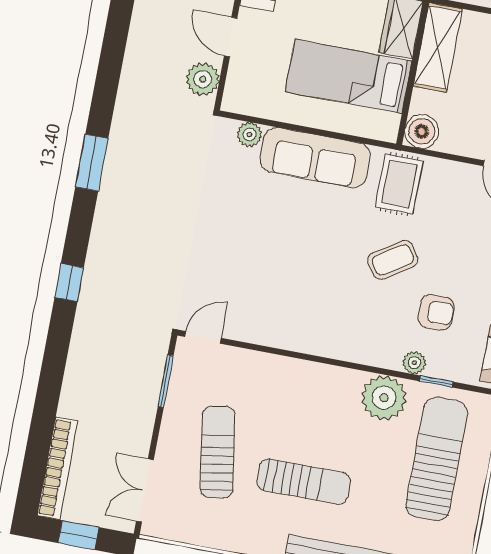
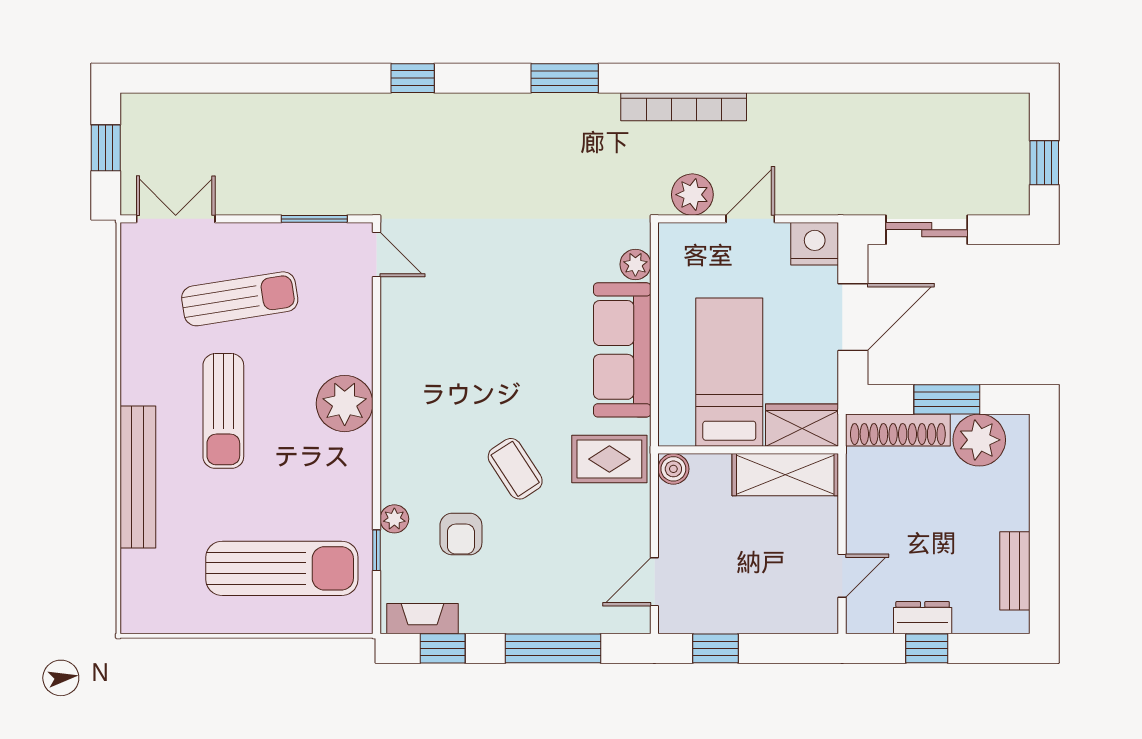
boiler: (422, 131) -> (673, 469), width x0.73, depth x0.73
plant: (384, 398) -> (345, 404), moved
bookcase: (58, 468) -> (684, 107), moved

